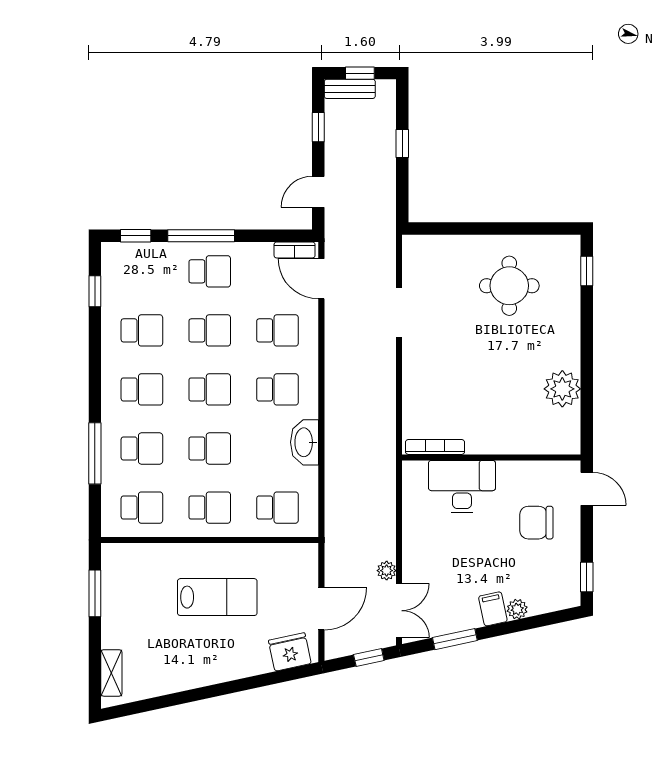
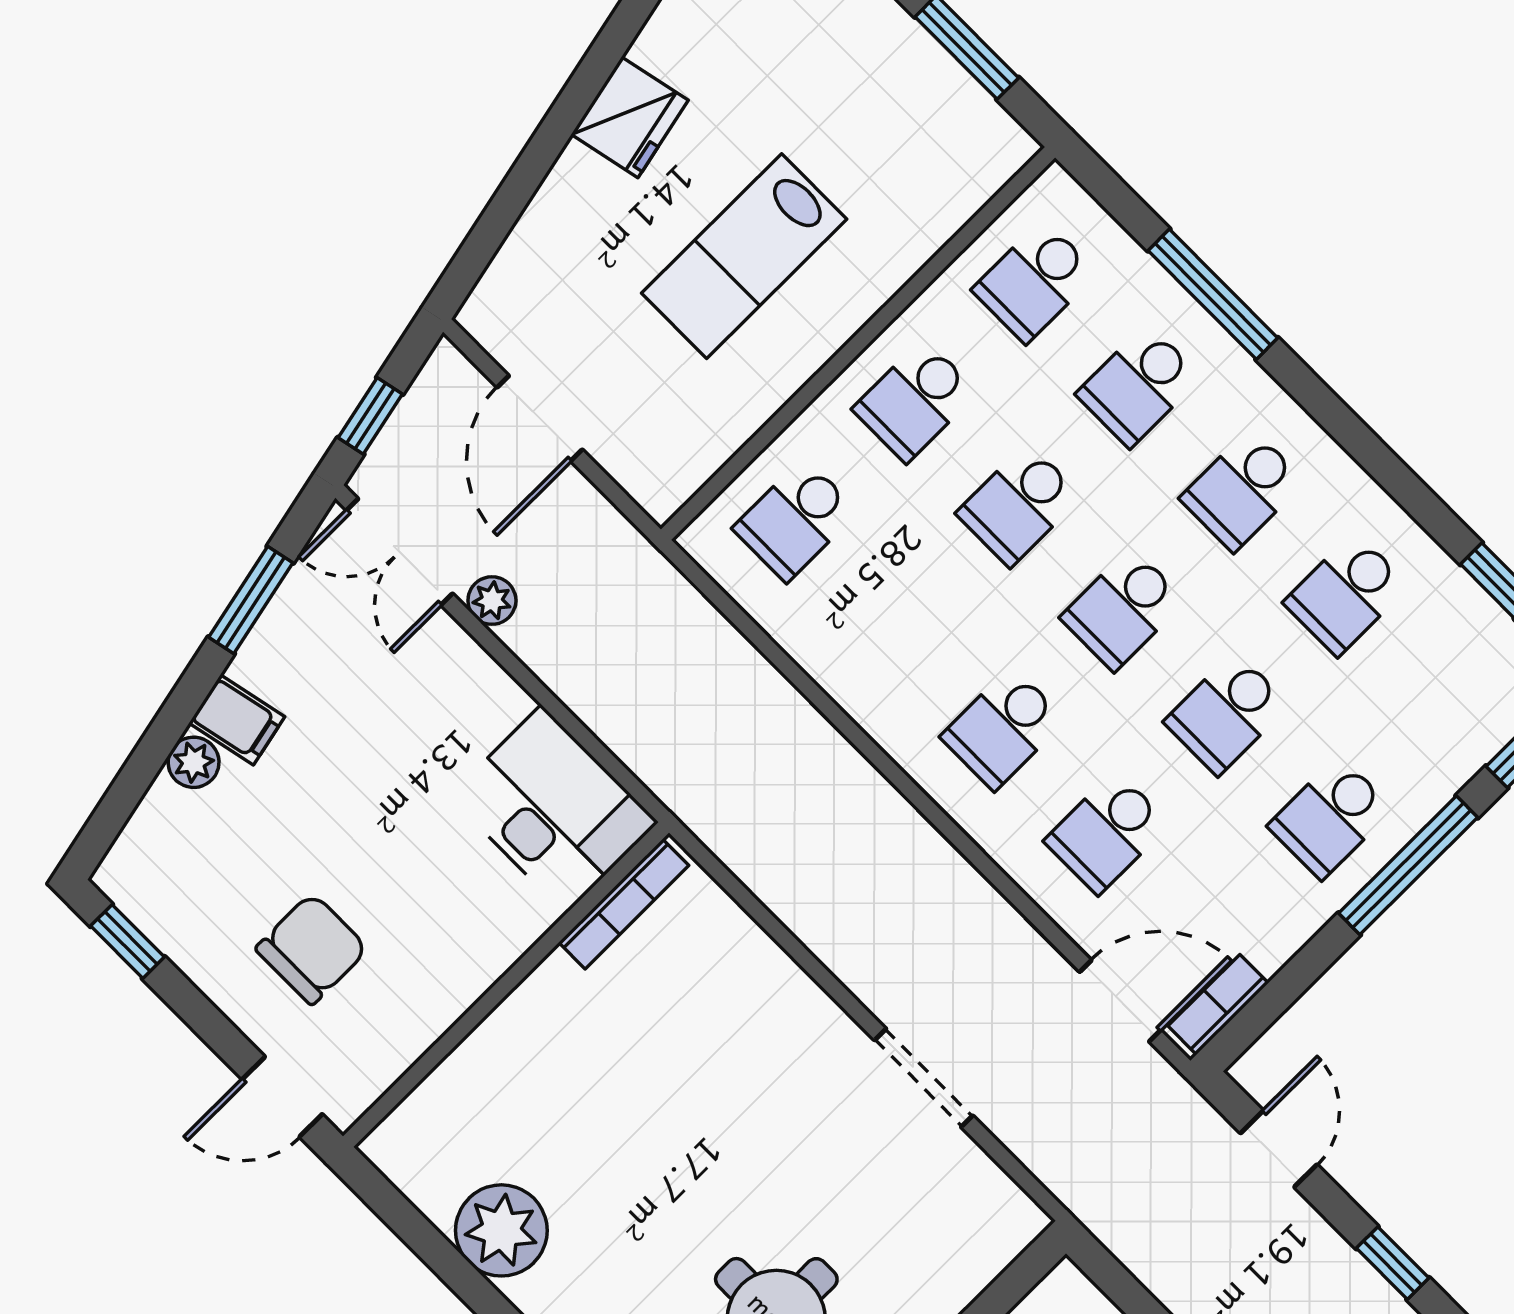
washbasin: (305, 442) -> (862, 683), removed
desk: (462, 487) -> (554, 809), moved, turned -90
fridge: (290, 652) -> (630, 117), moved

